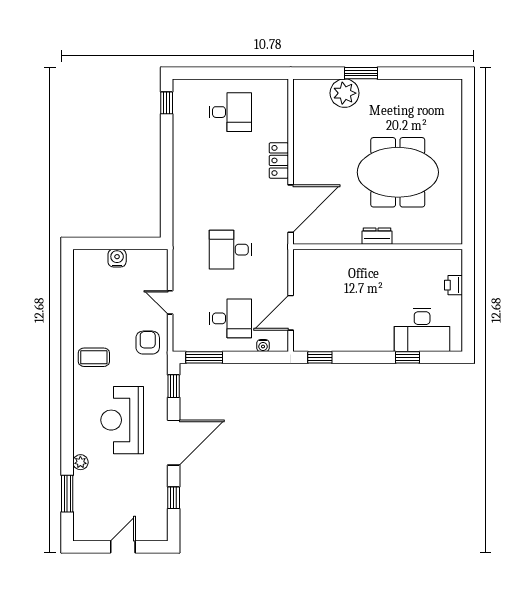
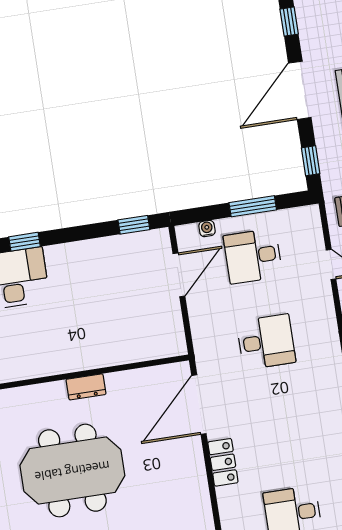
window: (204, 357) -> (253, 206), moved

